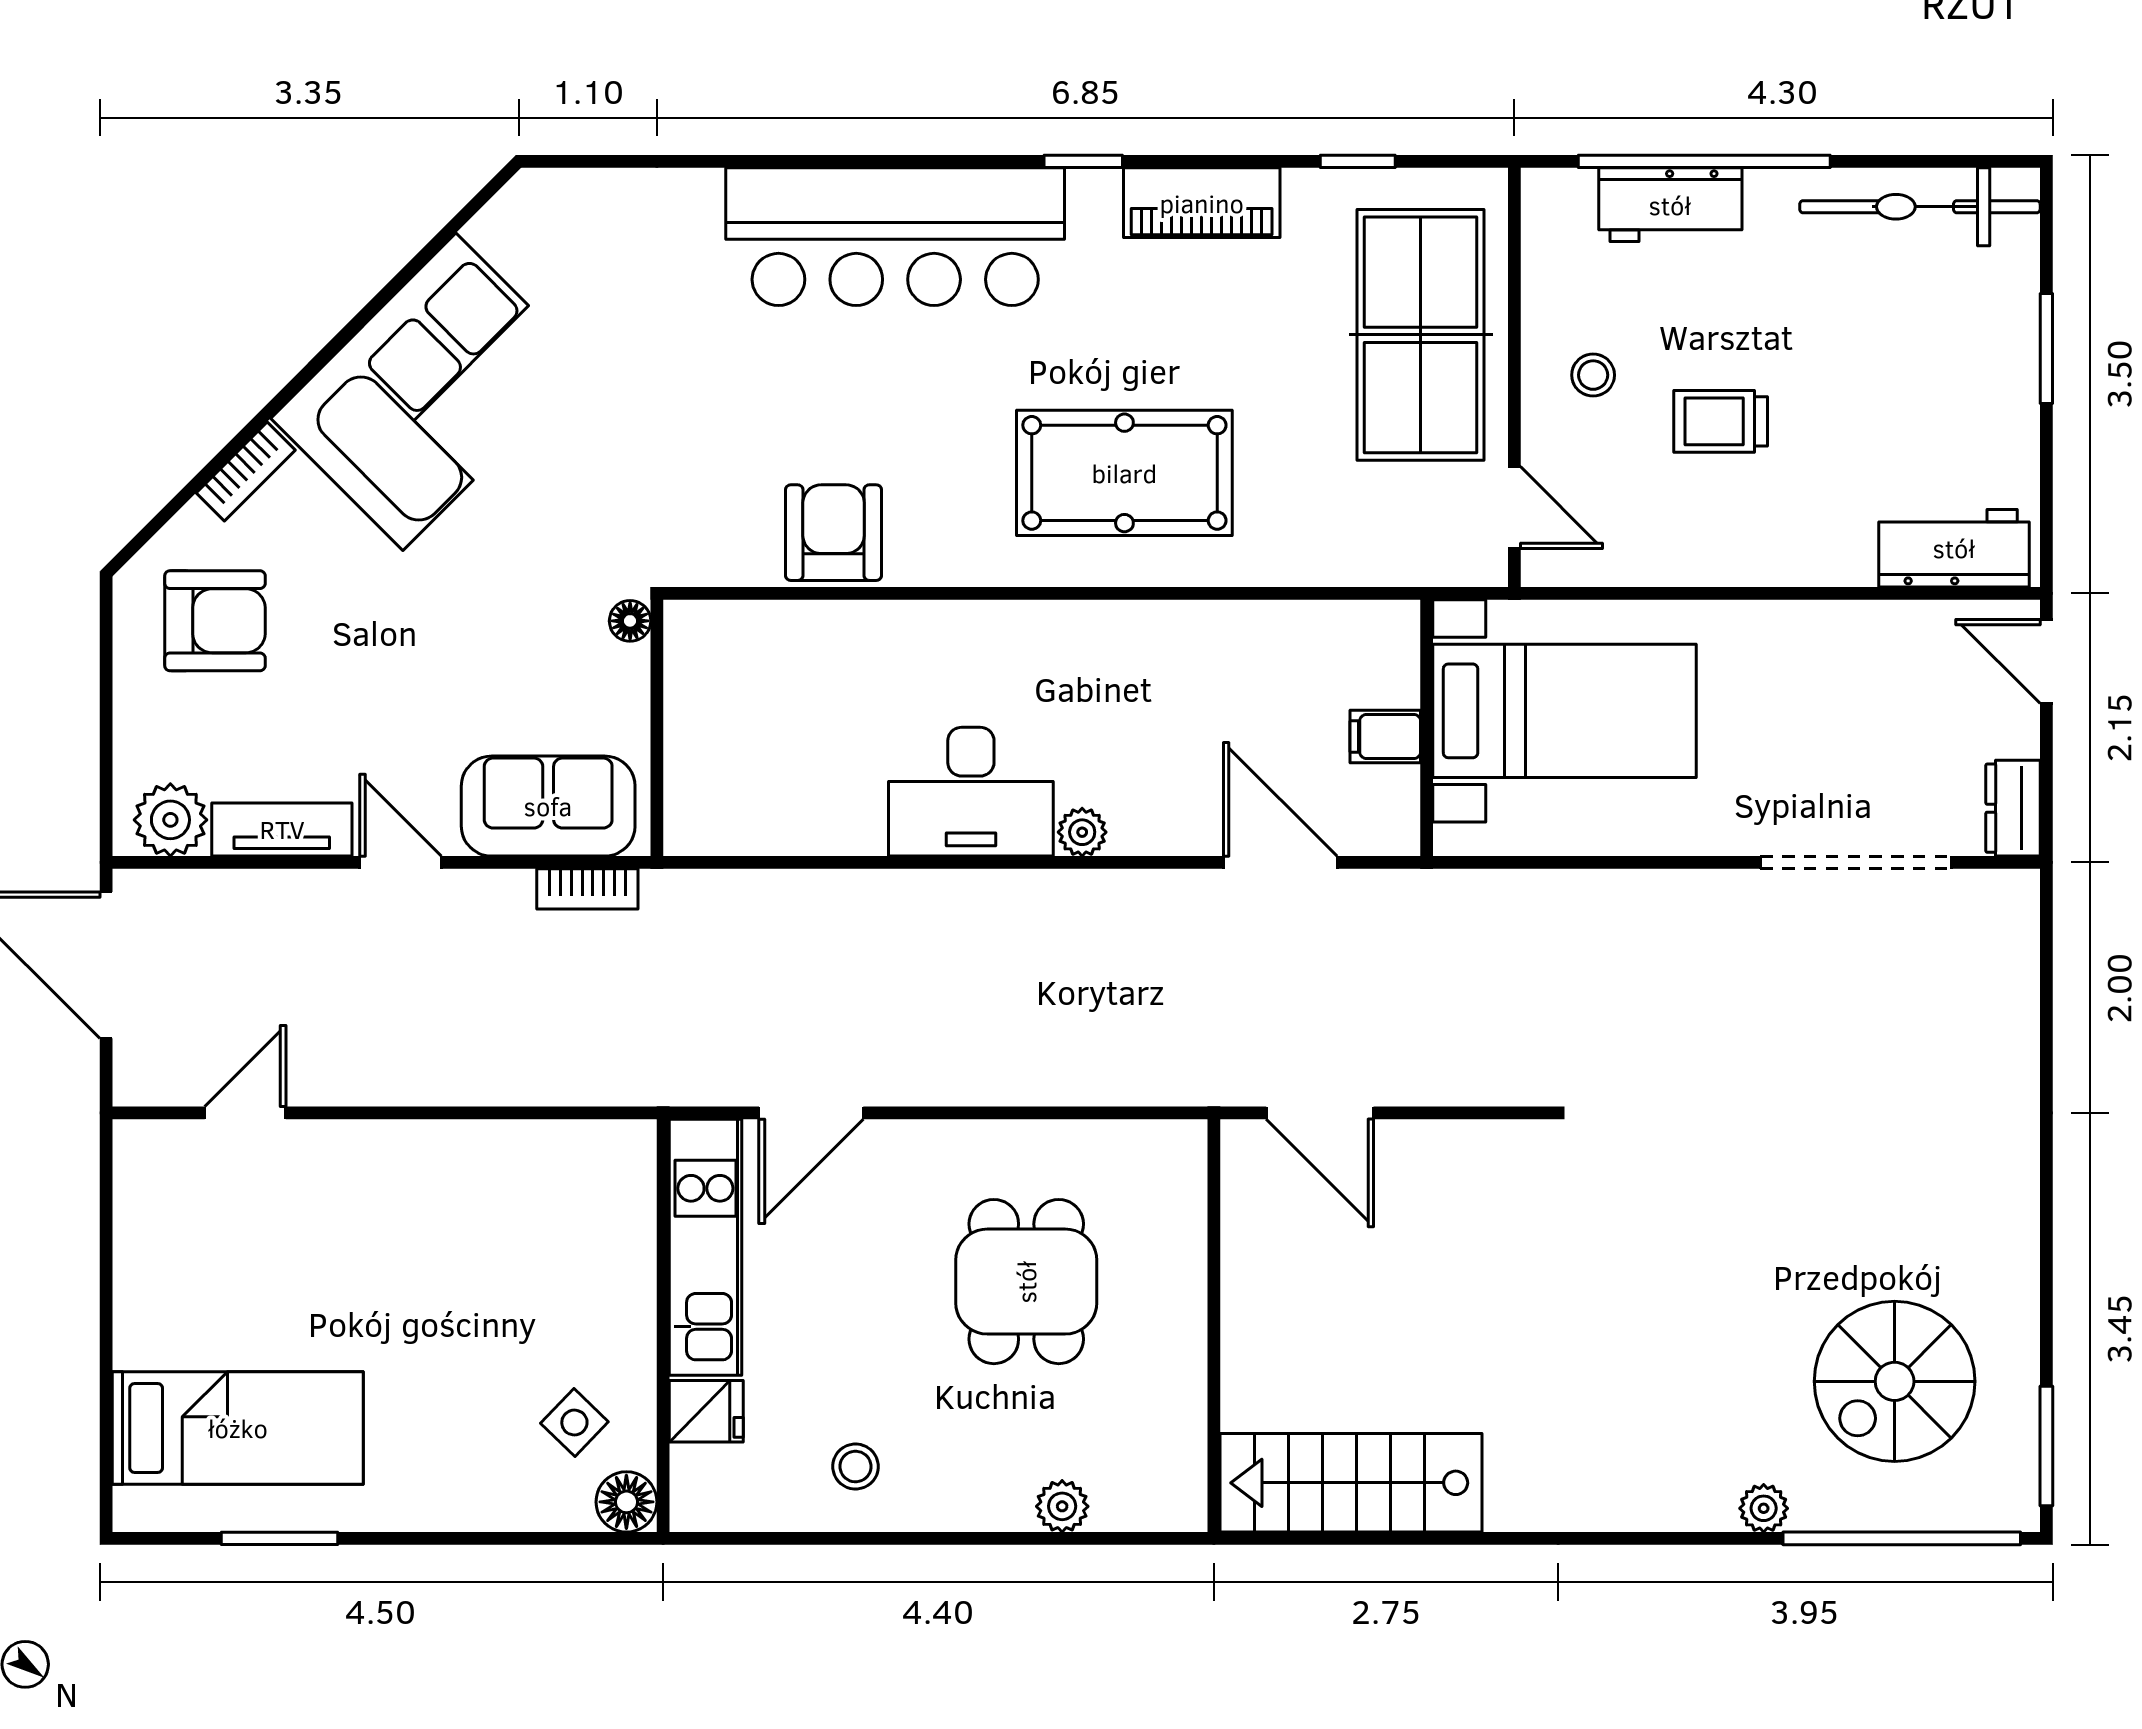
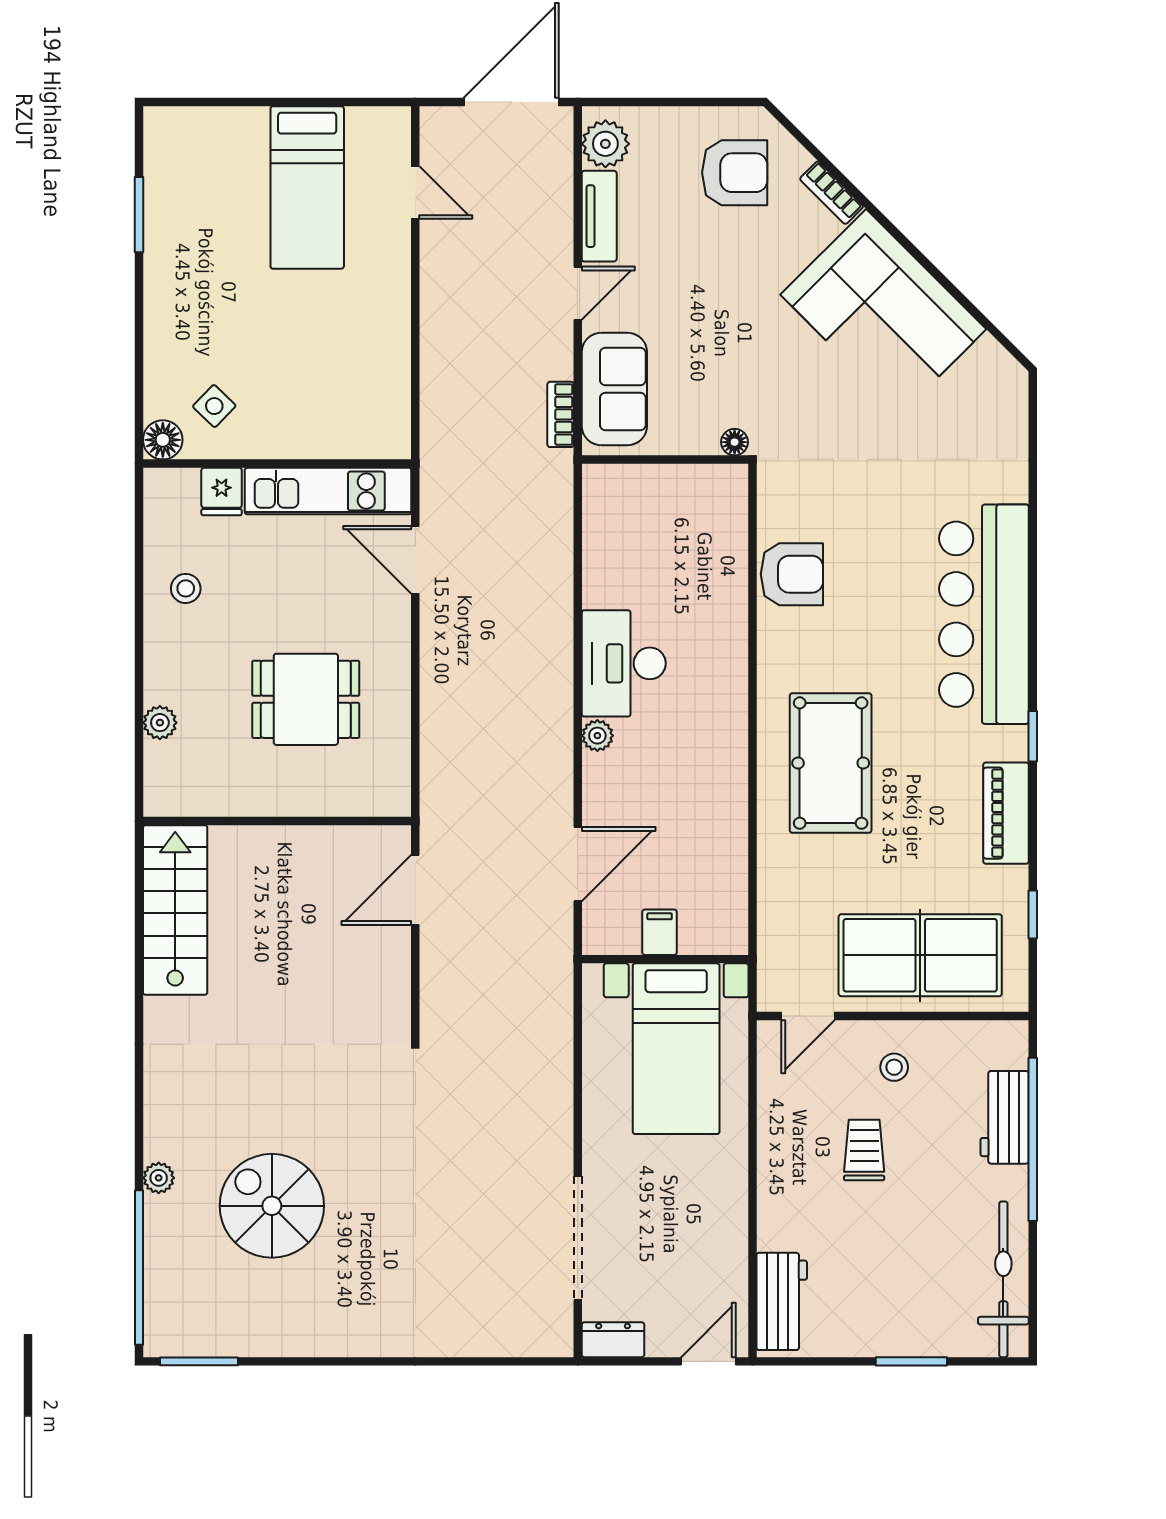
armchair: (215, 621) -> (735, 173), turned -90
spiral stairs: (1895, 1381) -> (272, 1206), moved
bed: (238, 1428) -> (307, 187), moved

